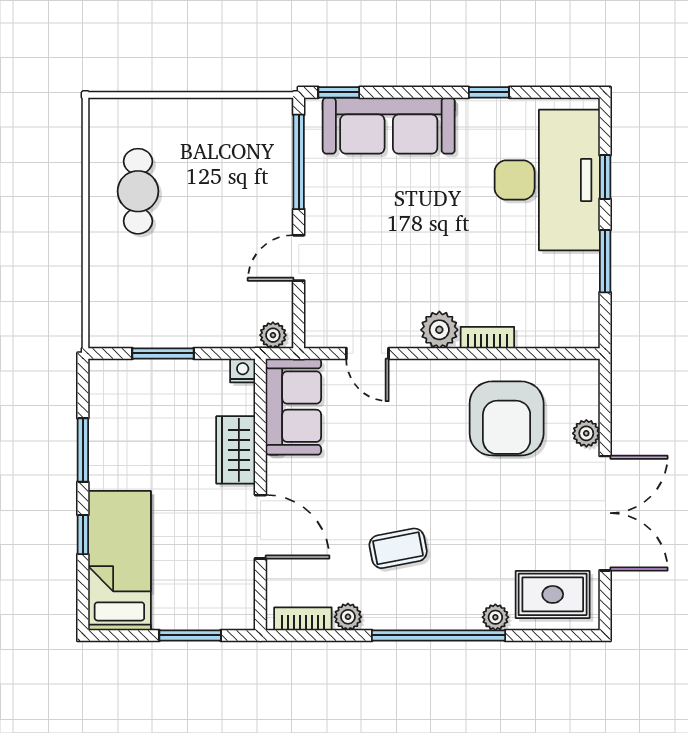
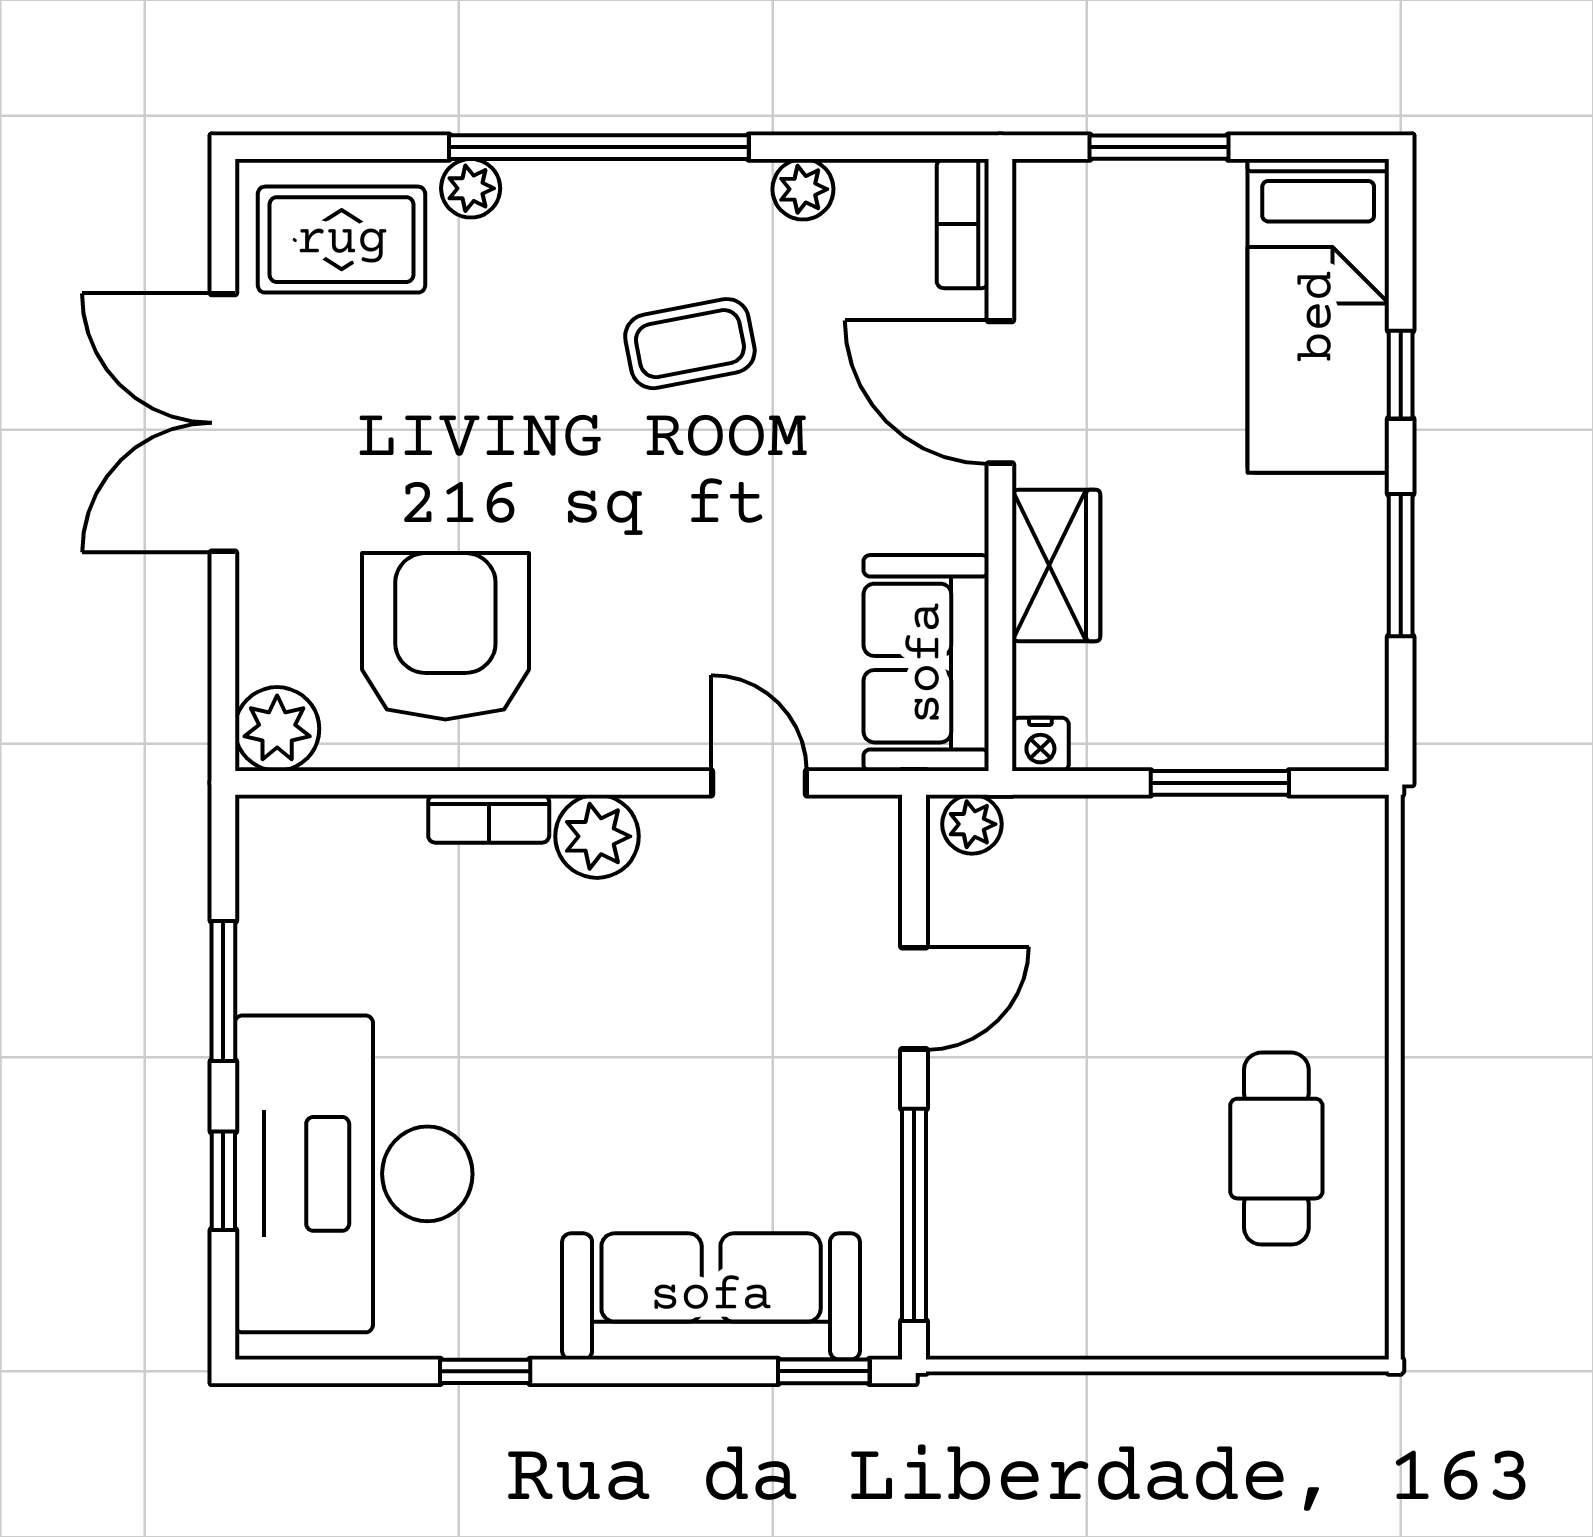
plant: (586, 433) -> (277, 729), moved, width x1.38, depth x1.38
bookcase: (303, 619) -> (963, 224), moved, turned 90

